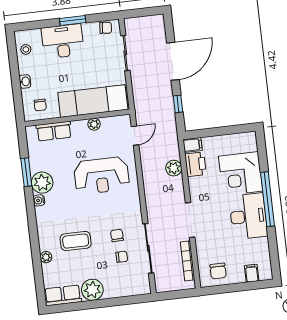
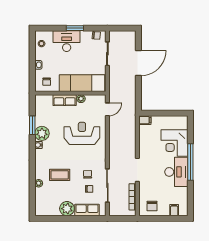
window: (178, 104) -> (138, 92), removed
row of seats: (54, 131) -> (65, 100), moved
printer: (195, 164) -> (145, 133), removed
plant: (174, 168) -> (131, 134), removed
reception desk: (102, 176) -> (82, 133), turned 180
row of seats: (63, 295) -> (87, 210), moved

